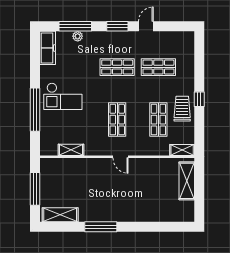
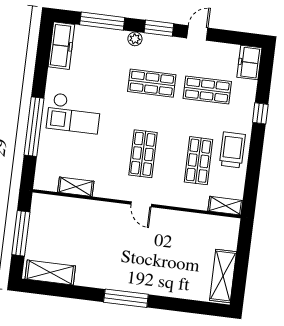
plant: (78, 36) -> (135, 39), moved
freezer: (187, 43) -> (249, 62), added
window: (199, 99) -> (260, 113), moved
shelving: (187, 181) -> (223, 276), moved
window: (101, 227) -> (126, 298), moved

